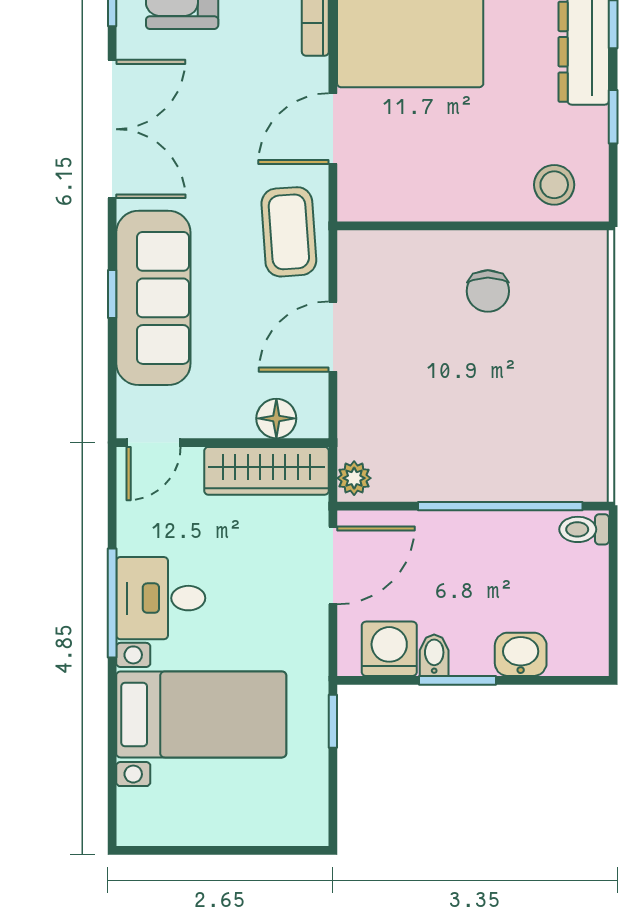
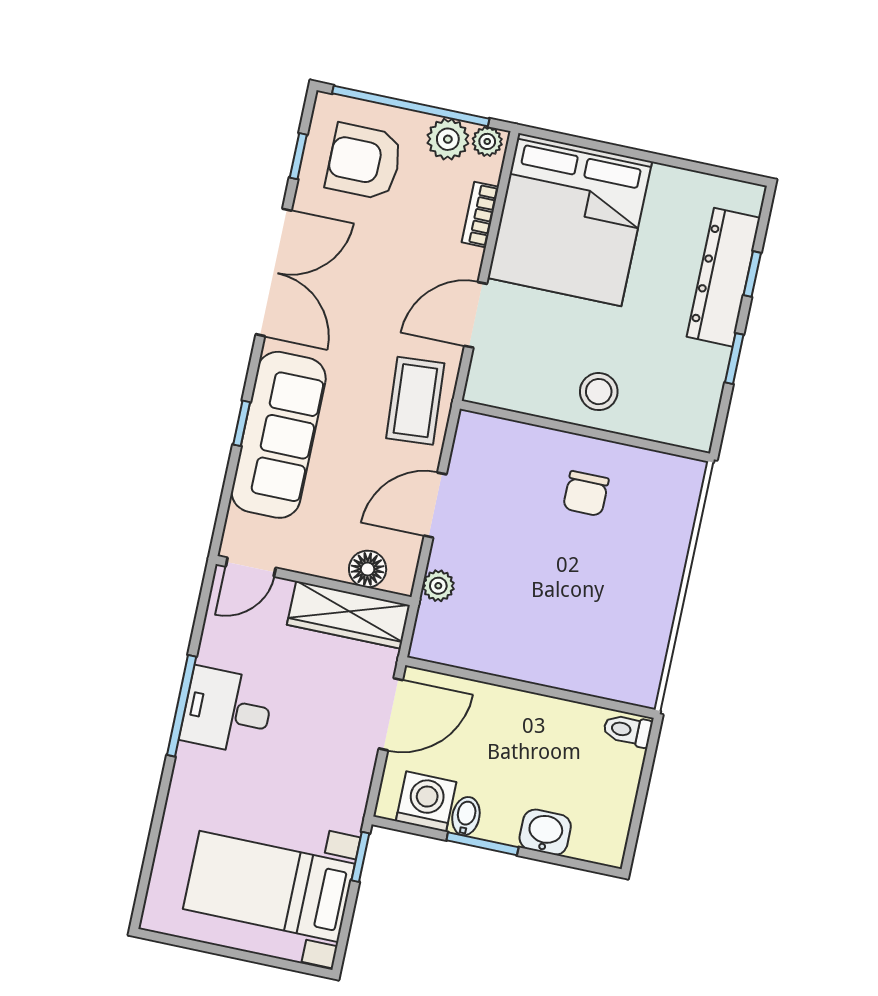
stool: (554, 185) -> (599, 392), moved
plant: (354, 478) -> (438, 586), moved
window: (500, 506) -> (555, 693), removed
bed with nightstands: (201, 714) -> (269, 886), moved, turned 180

